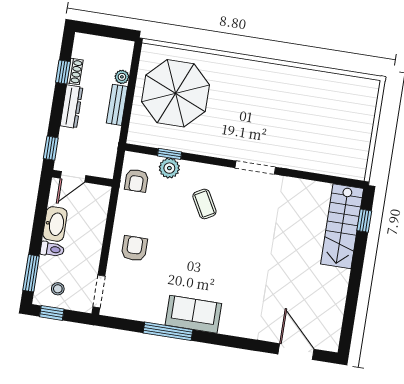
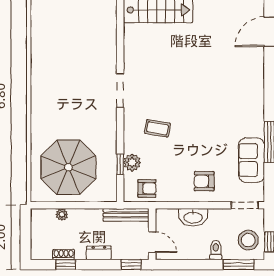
bench: (117, 105) -> (126, 215), moved, width x1.36
dresser: (71, 107) -> (99, 253), width x0.70
coffee table: (204, 204) -> (158, 128), turned 39
washbasin: (55, 224) -> (193, 217), moved, turned 180
stool: (58, 289) -> (248, 240), width x1.89, depth x1.89
sofa: (193, 314) -> (252, 160), moved

